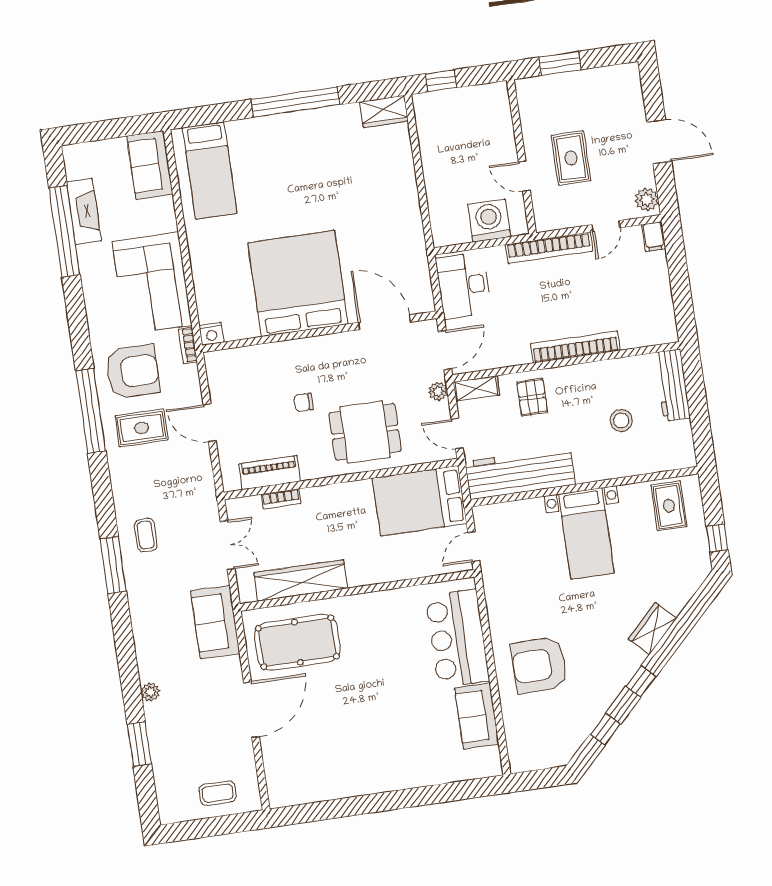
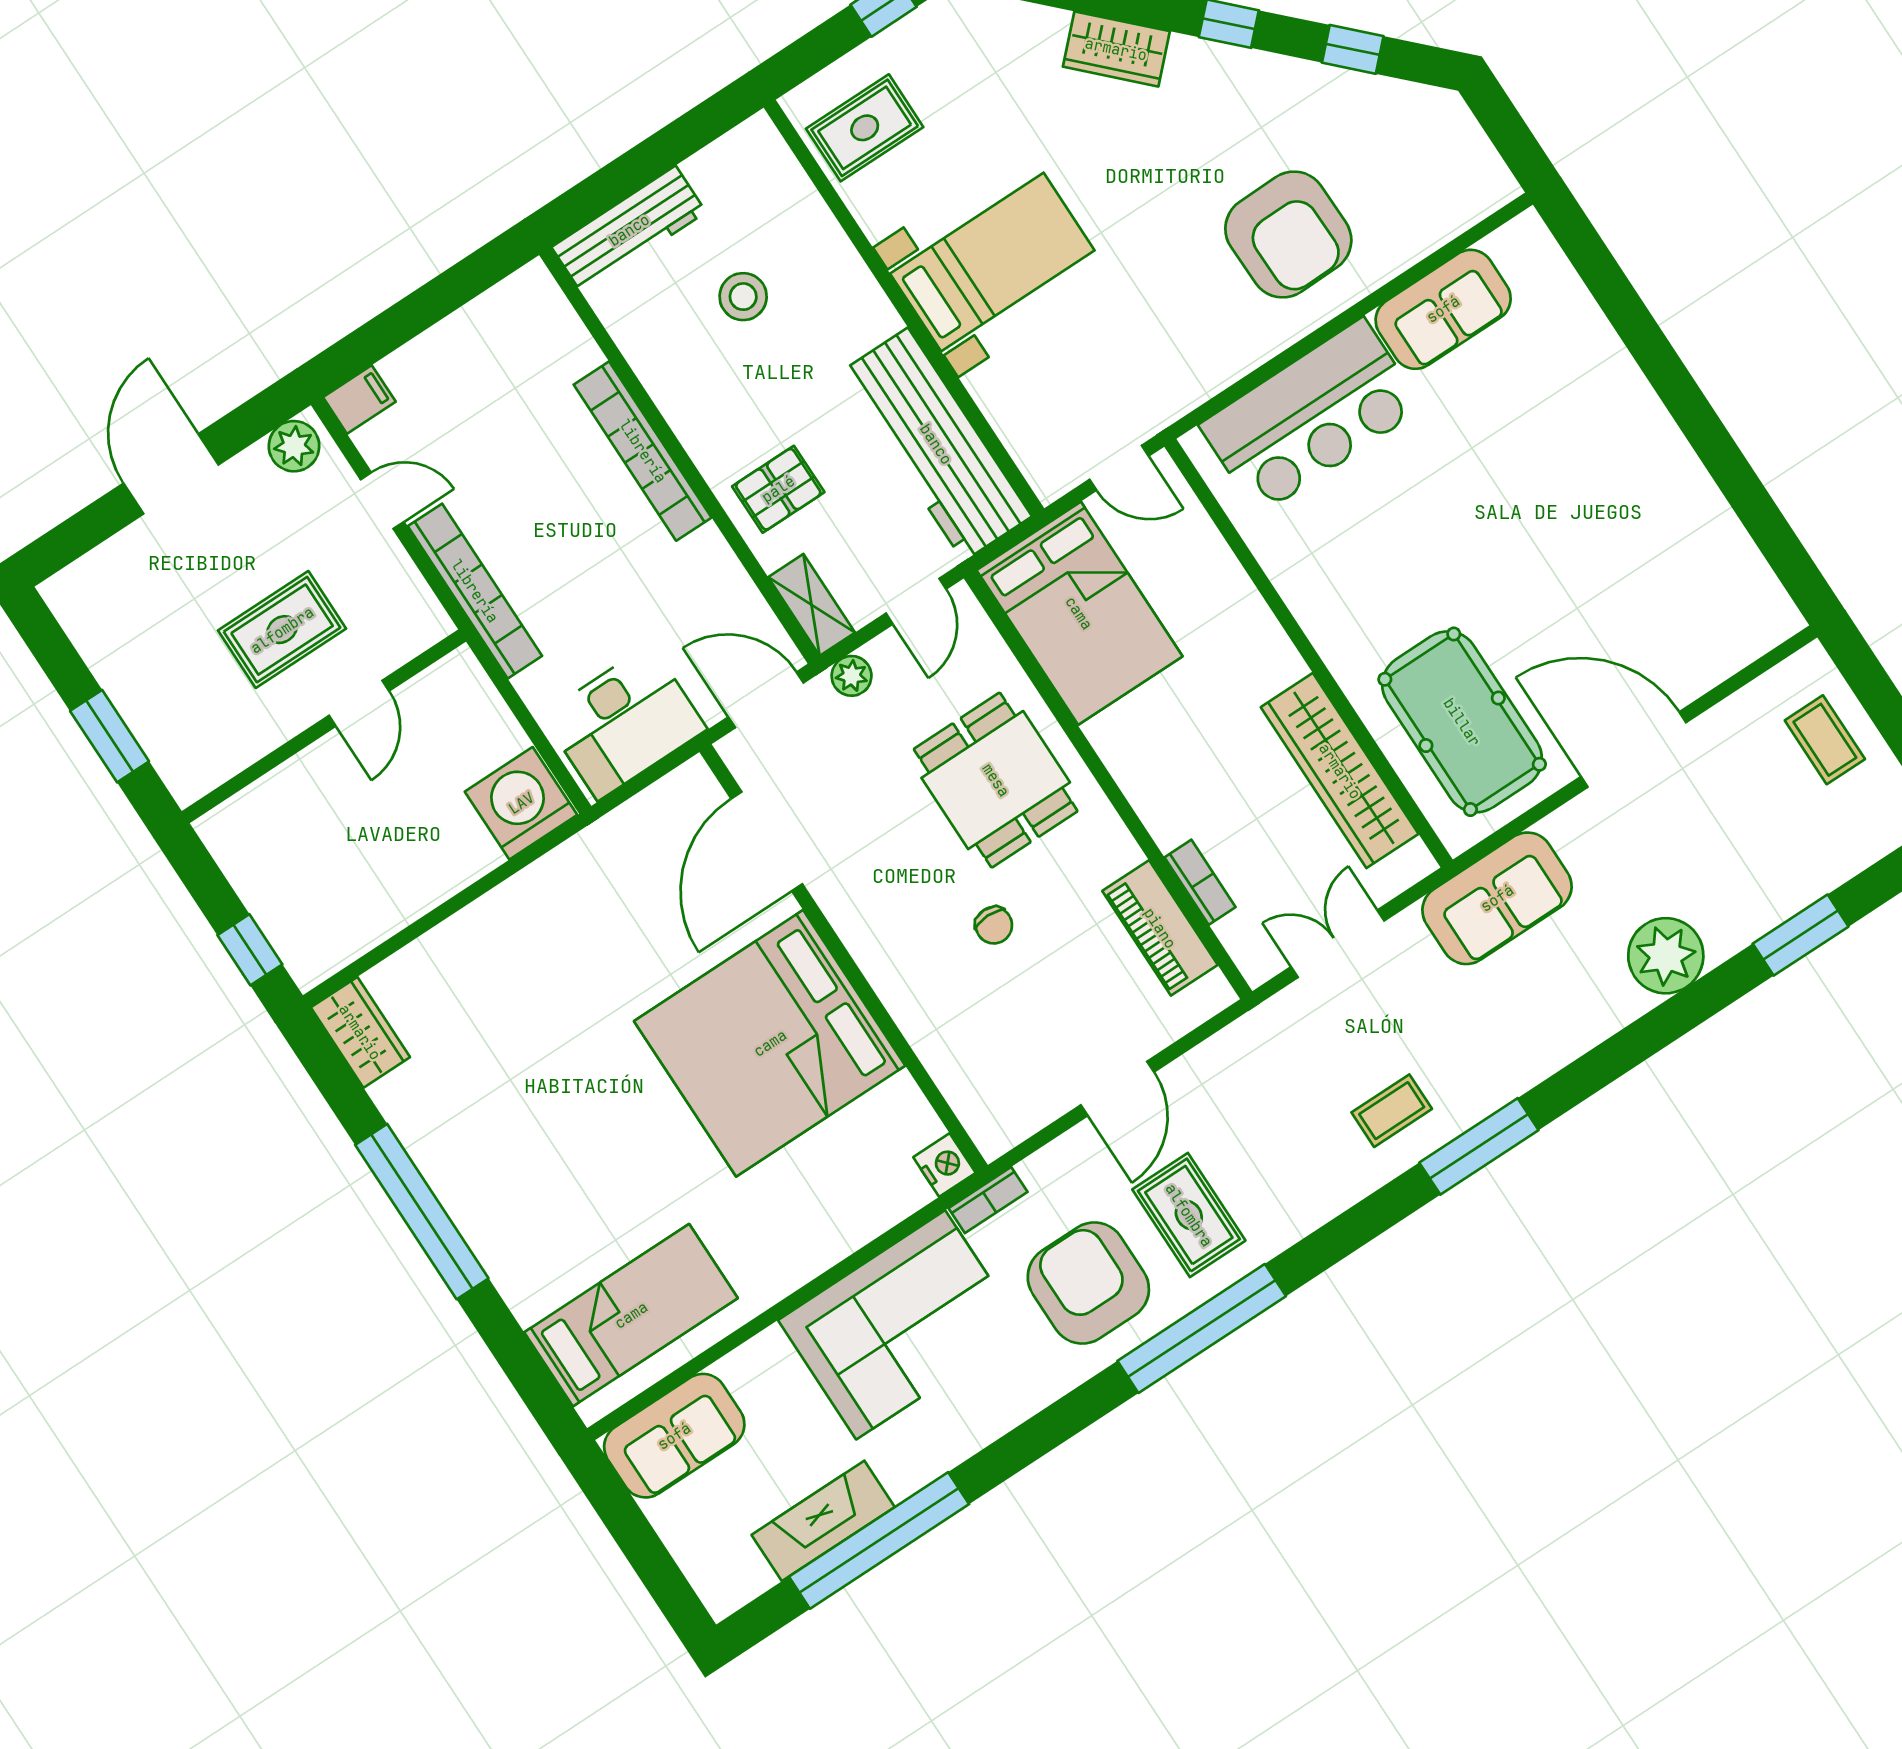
washing machine: (489, 221) -> (521, 803), moved, turned 90
plant: (150, 692) -> (1666, 956), width x1.88, depth x1.88

